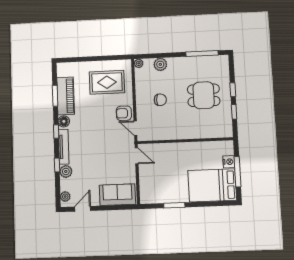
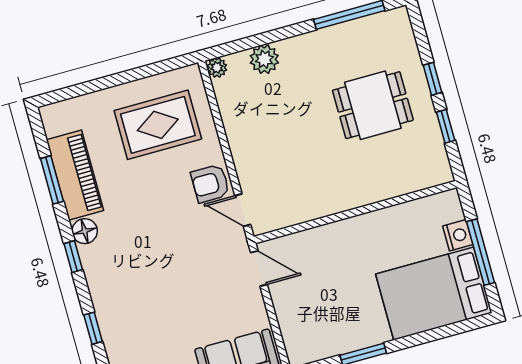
chair: (160, 100) -> (282, 136), removed
tv unit: (64, 147) -> (98, 286), removed
plant: (66, 171) -> (115, 337), removed

